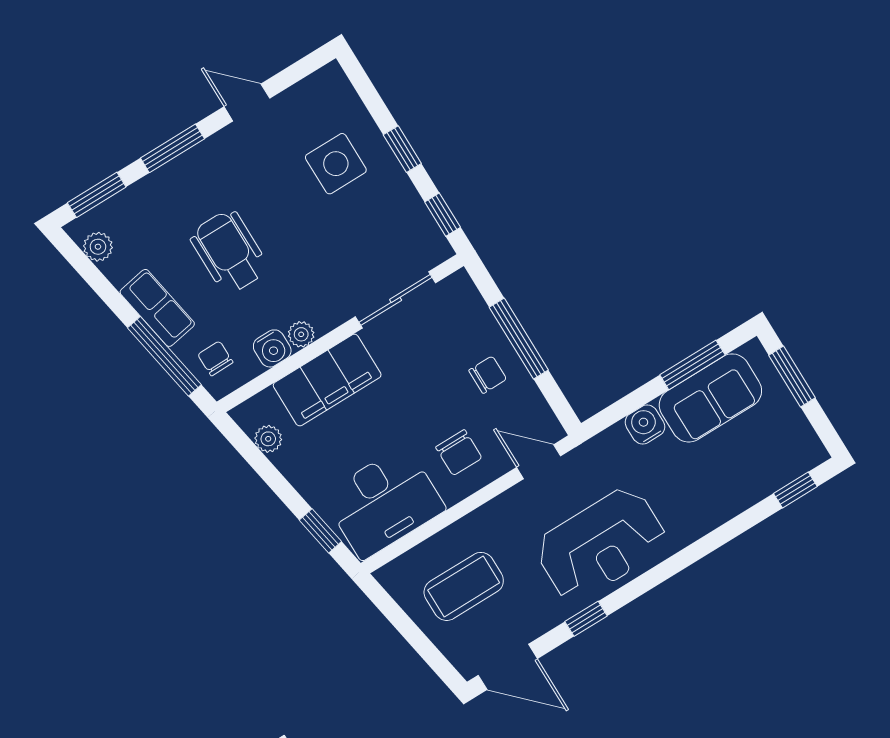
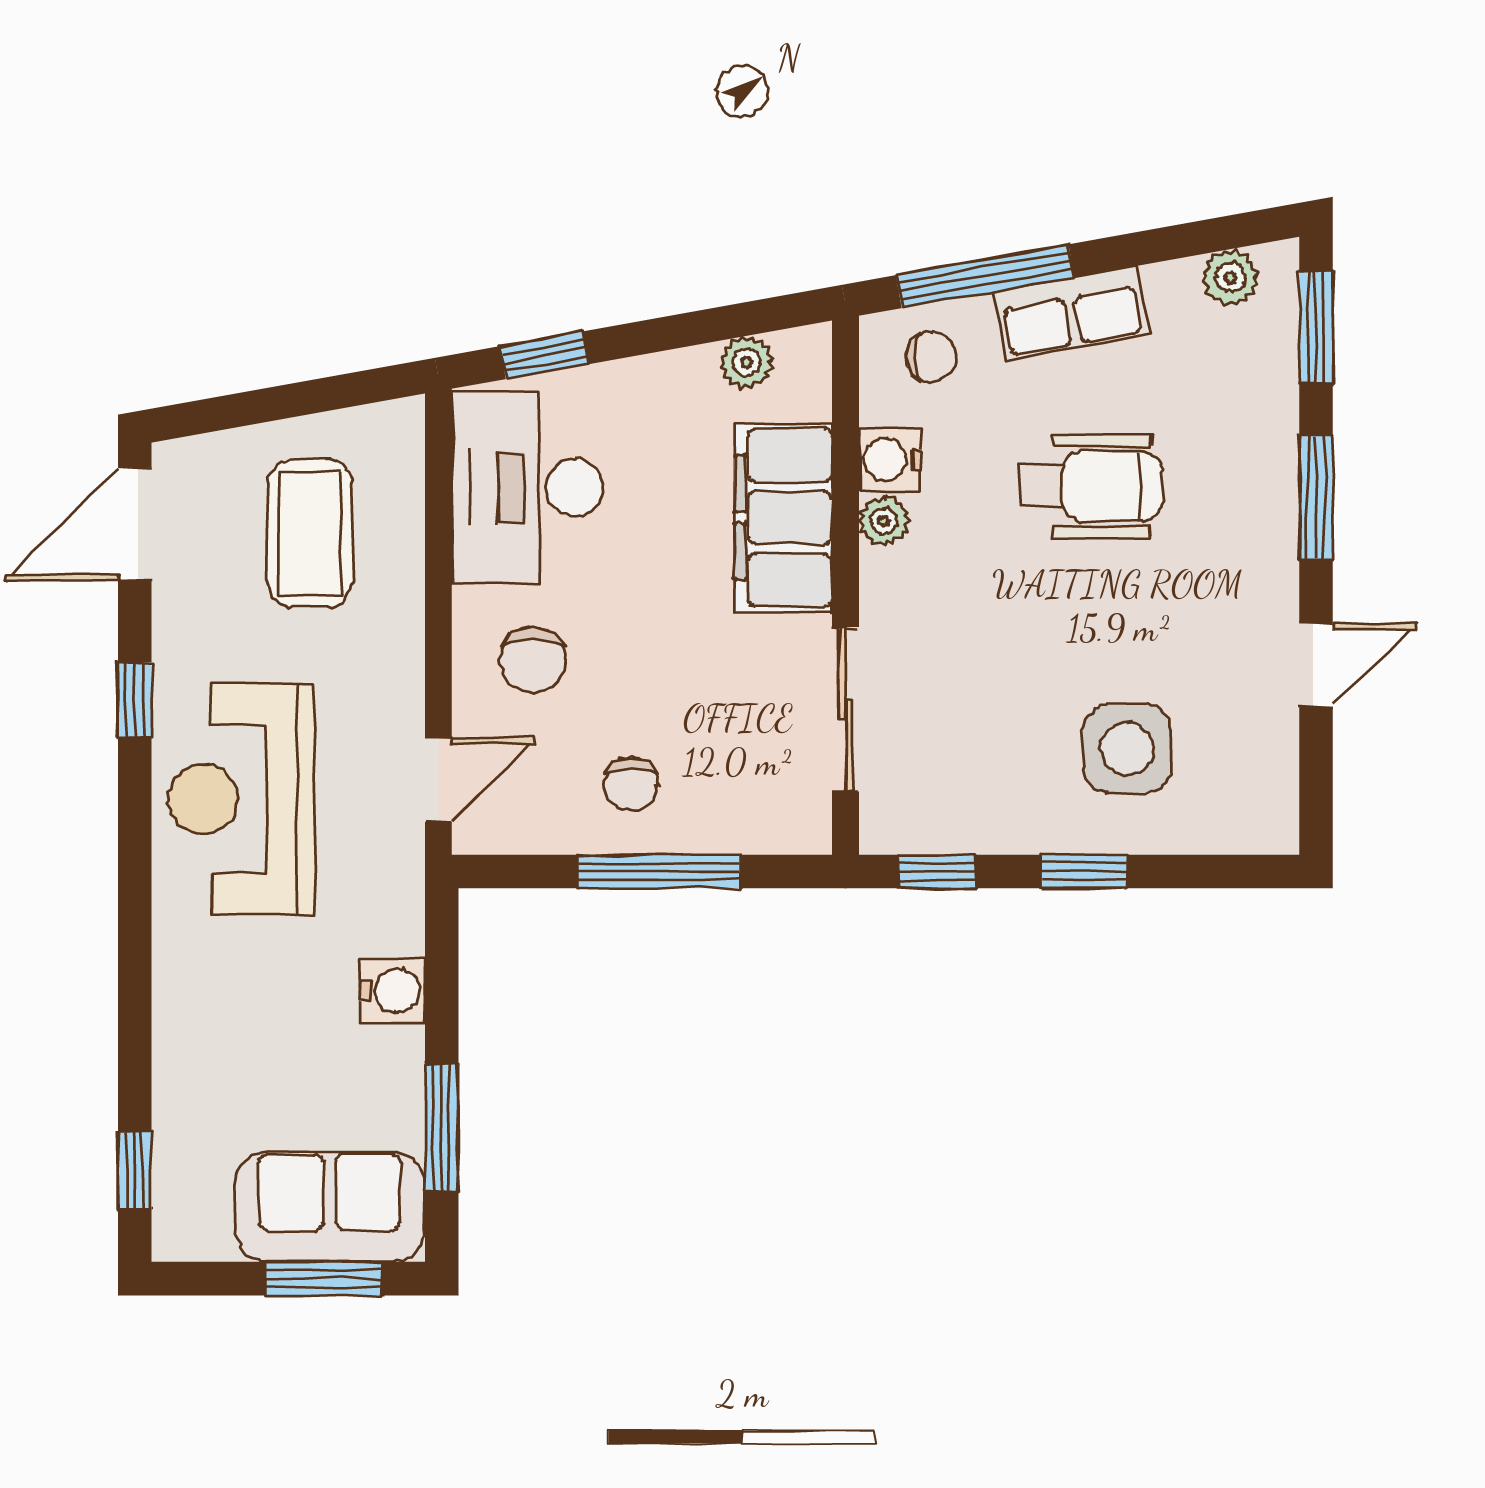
sofa: (710, 398) -> (330, 1207), moved, turned 90
chair: (459, 453) -> (533, 659), turned -90

